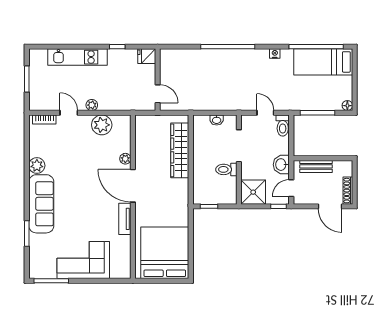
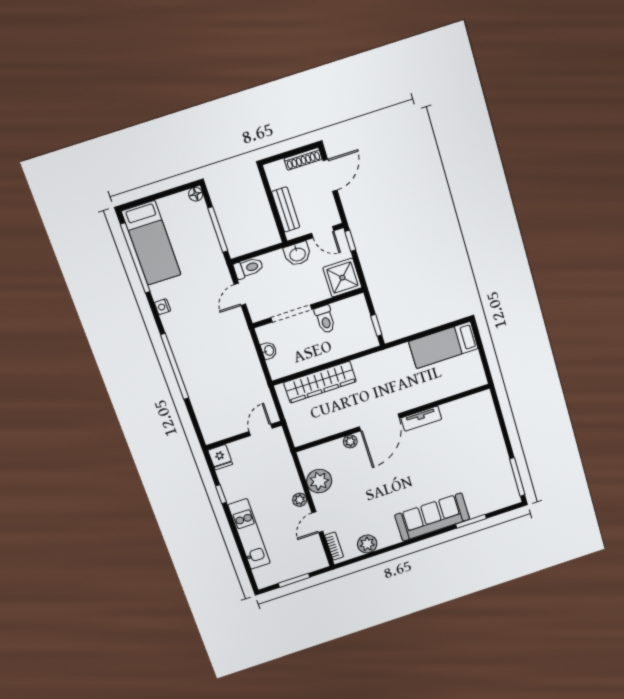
plant: (37, 166) -> (367, 544), moved
bed: (165, 253) -> (443, 345), width x0.49
corner sofa: (83, 260) -> (483, 449), removed

